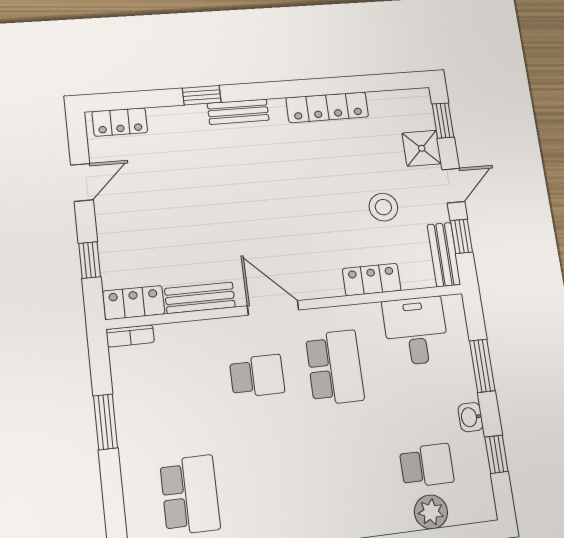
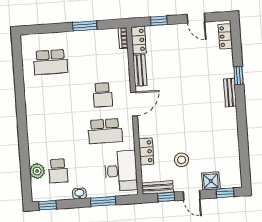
locker: (327, 107) -> (232, 136), removed
desk: (416, 331) -> (121, 171), width x1.37
window: (496, 454) -> (48, 205), moved

